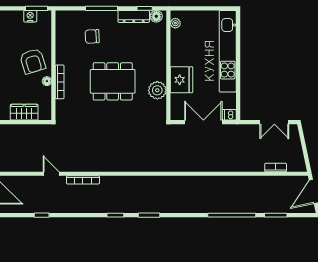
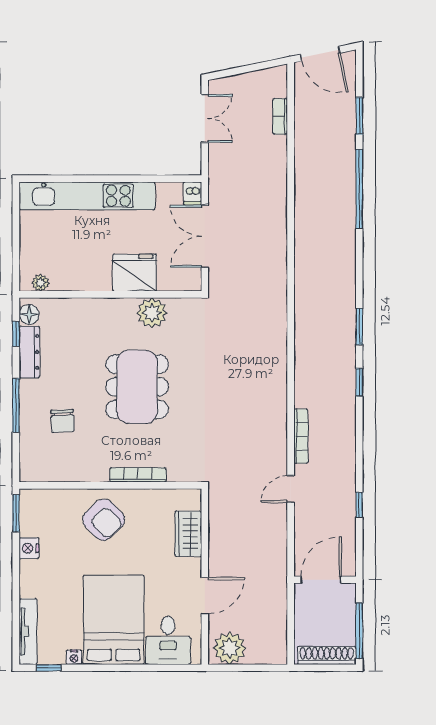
nightstand: (30, 16) -> (29, 548), moved
armchair: (33, 61) -> (104, 520), turned 63
floor lamp: (47, 81) -> (137, 496), removed

